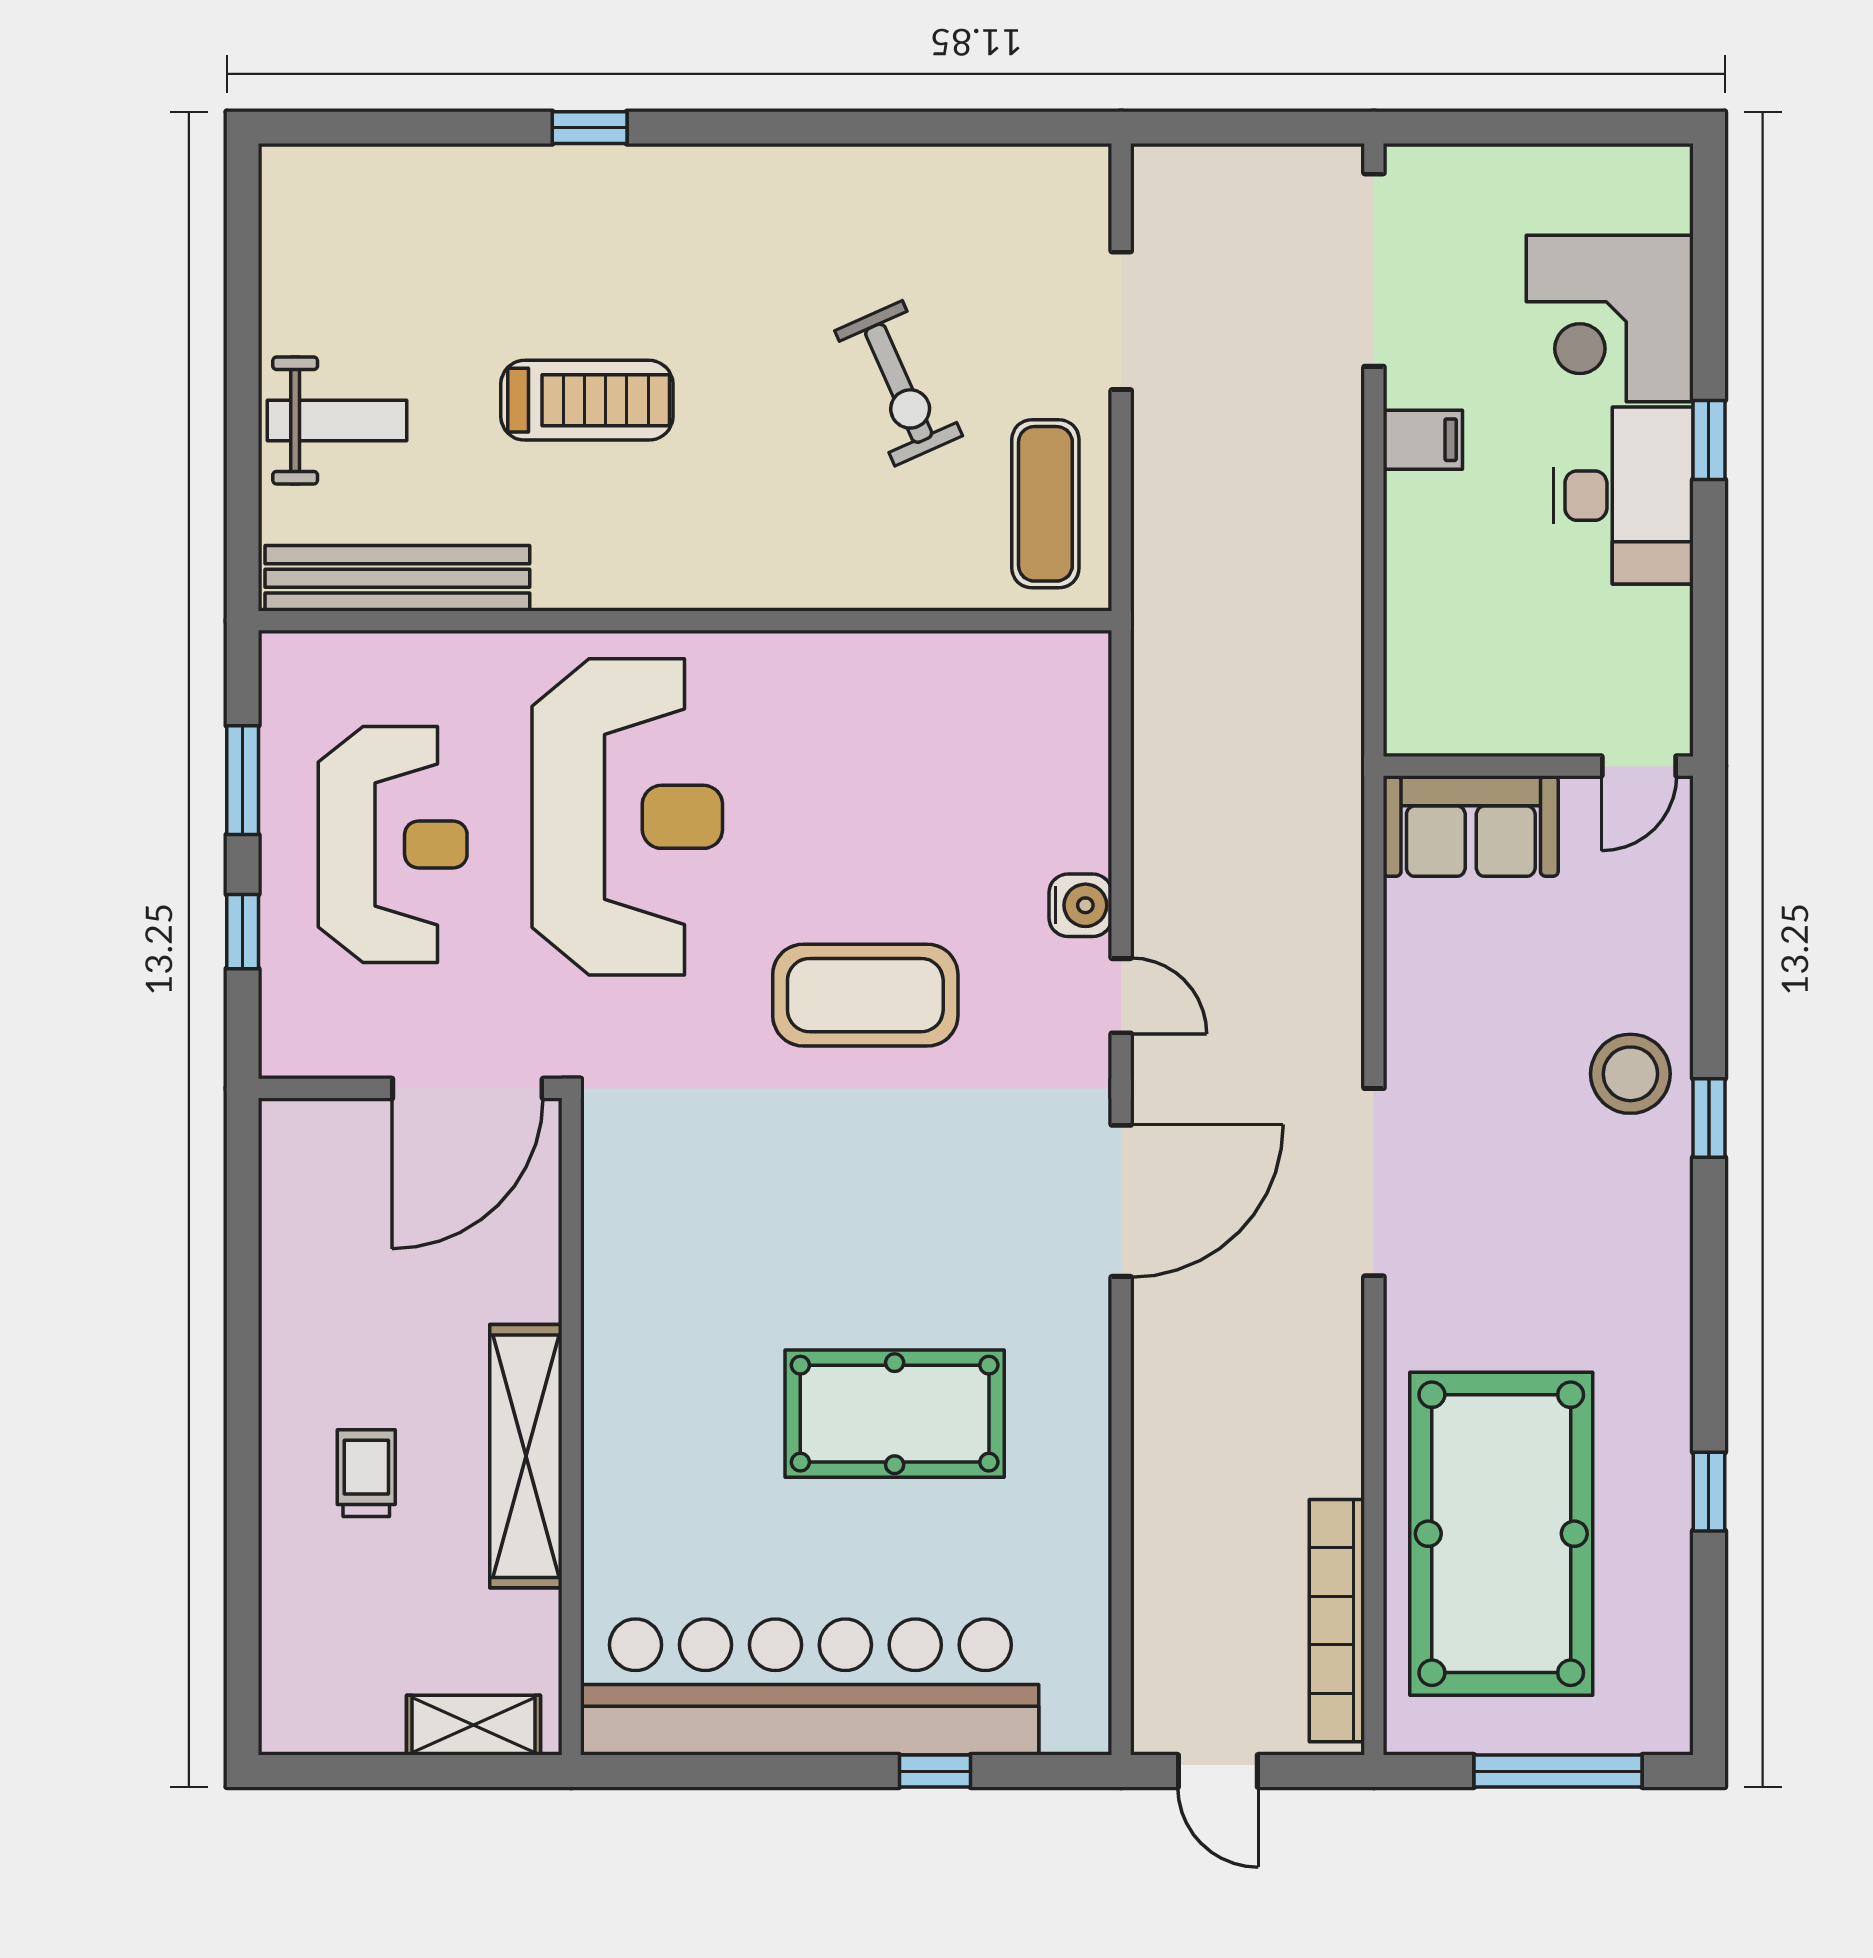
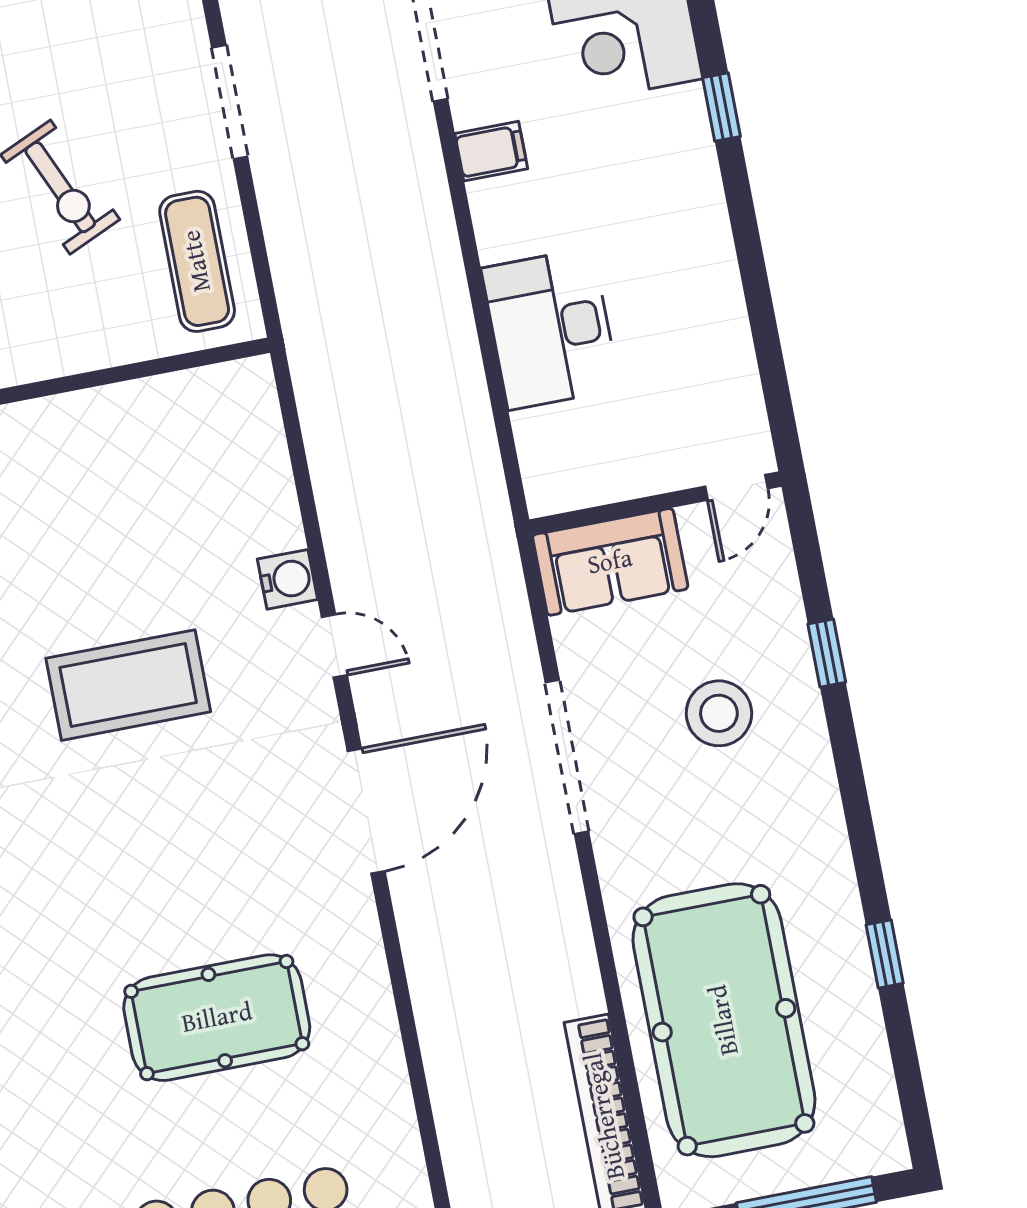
desk: (1624, 496) -> (551, 329), moved, turned 180
wall: (1538, 766) -> (655, 503), moved
door: (1639, 766) -> (736, 487), moved
sofa: (1471, 826) -> (610, 562), moved
stool: (1630, 1074) -> (719, 713), moved

